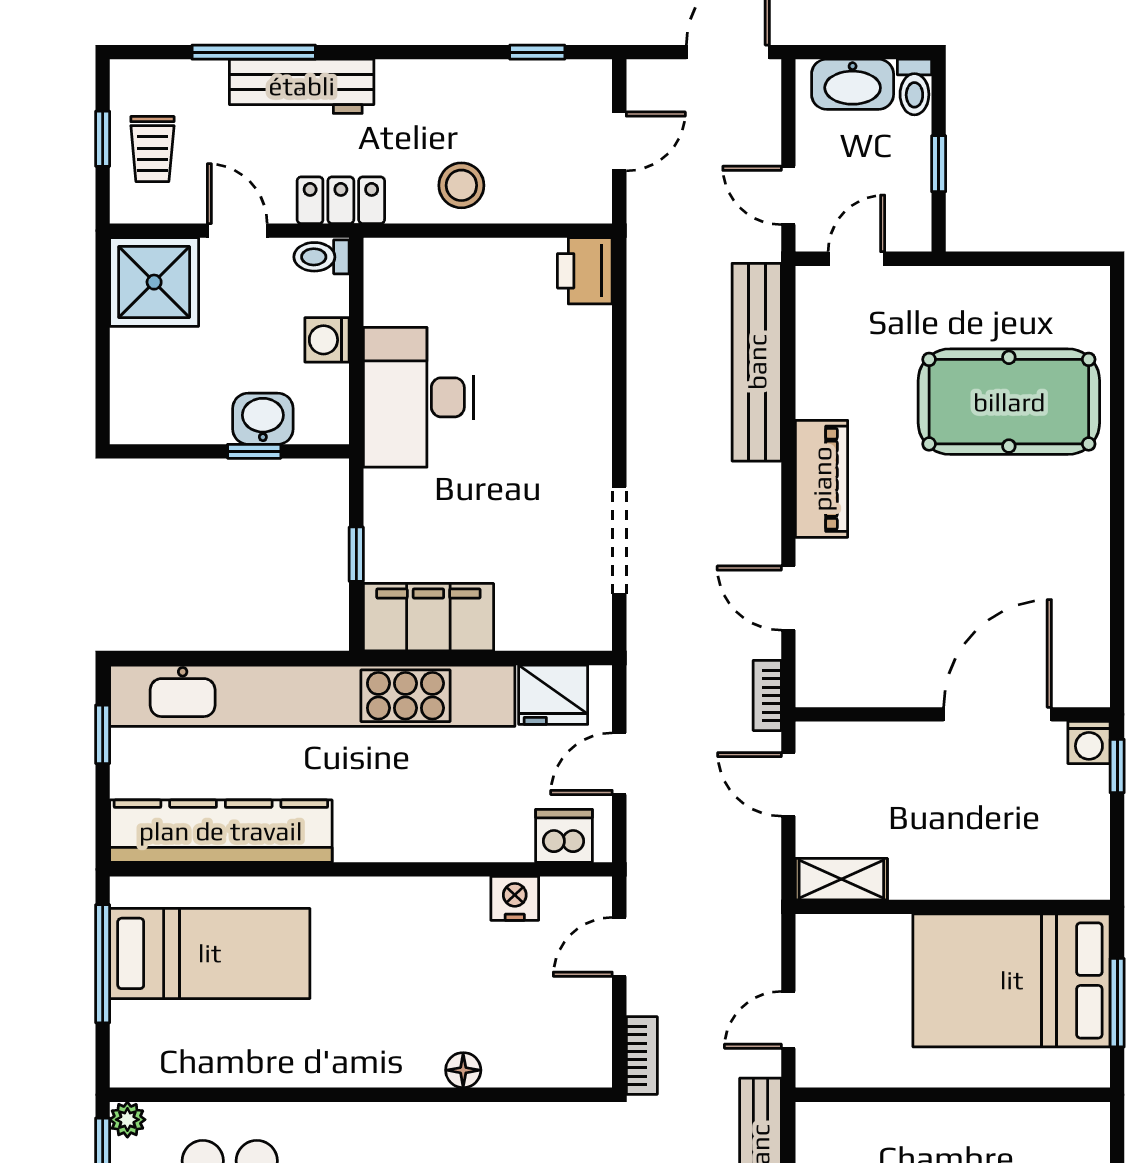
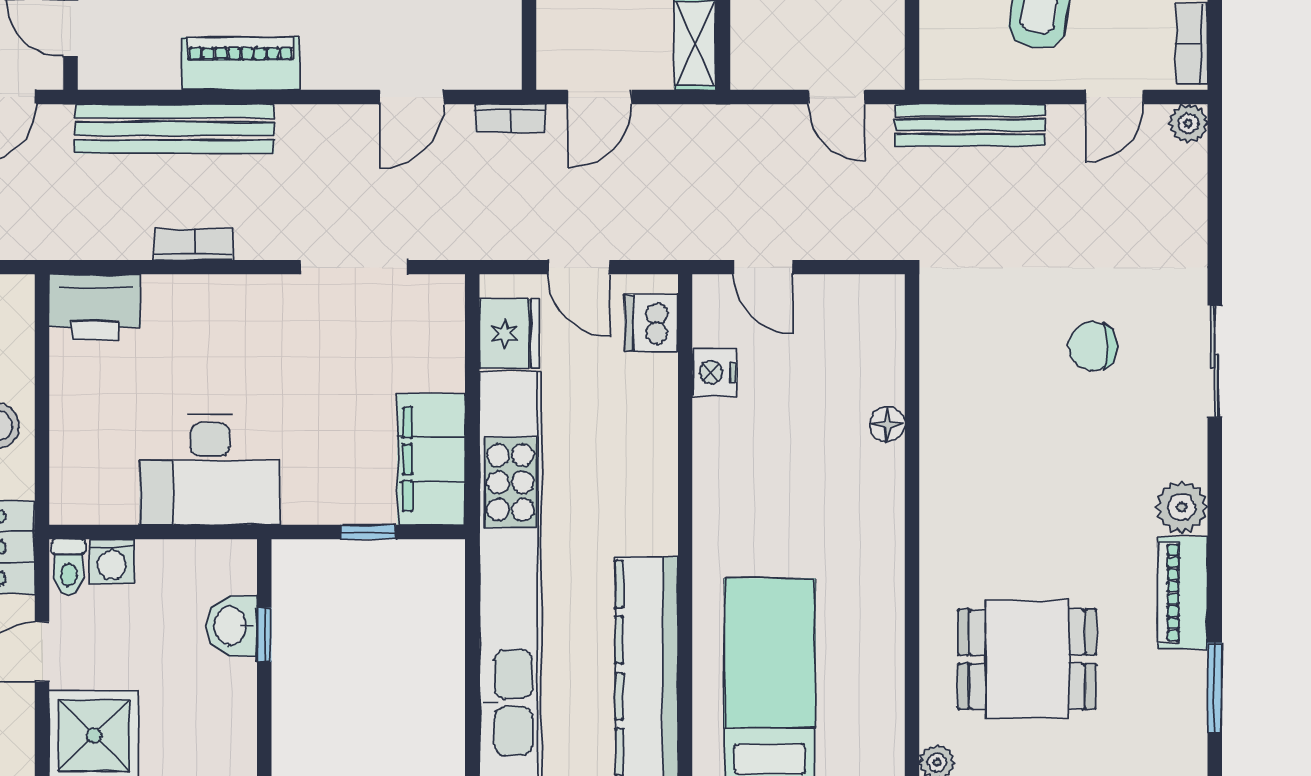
printer: (585, 271) -> (95, 307), width x1.37, depth x1.19
washing machine: (327, 340) -> (112, 561), moved
piano: (822, 479) -> (241, 63), moved
bookcase: (642, 1056) -> (194, 244), moved

